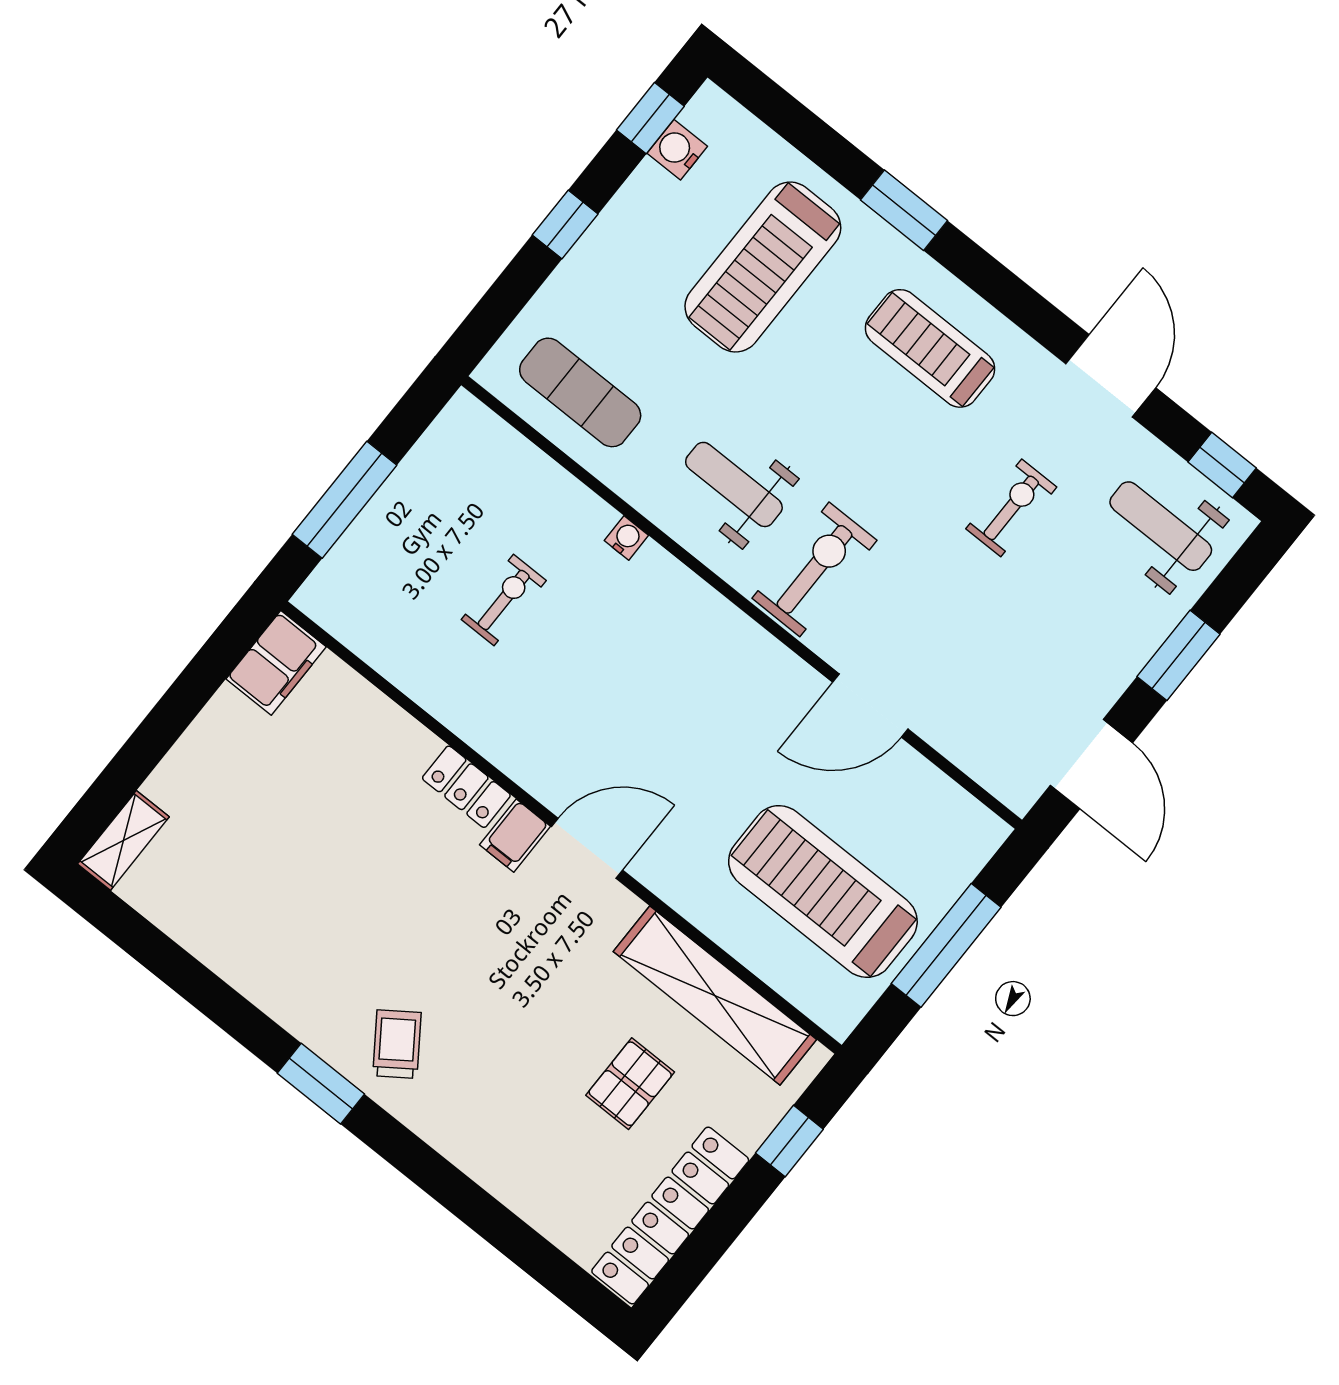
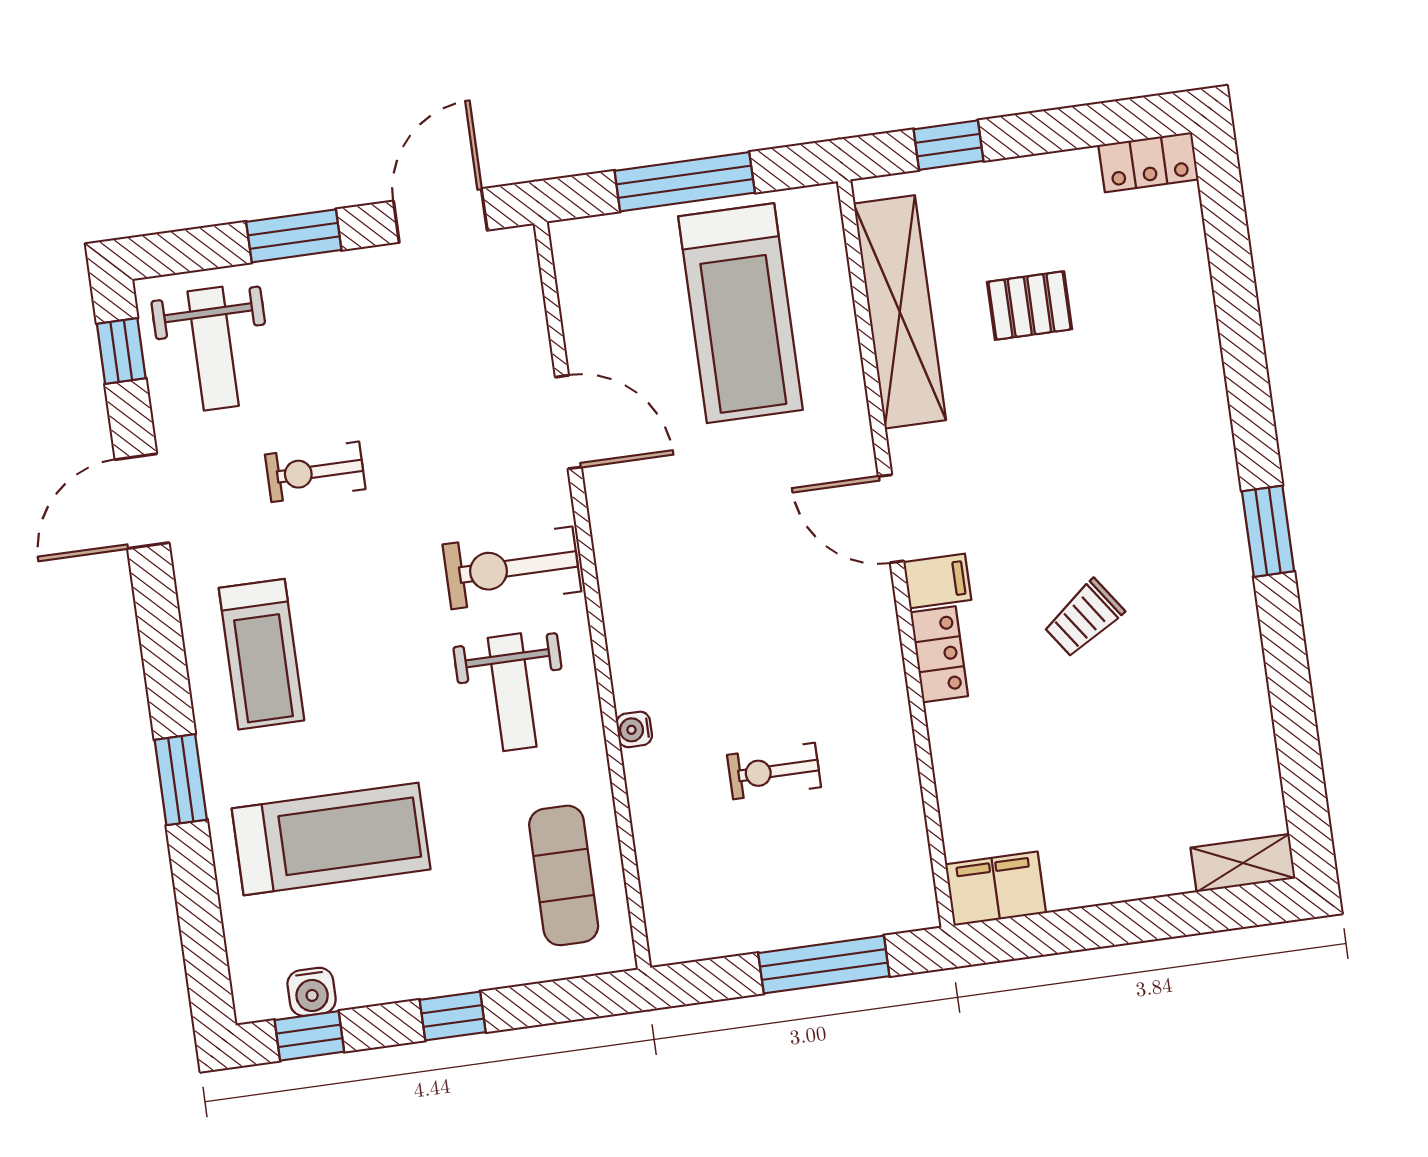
trolley: (397, 1044) -> (1084, 618), moved
locker: (670, 1216) -> (1148, 162), width x0.46, depth x0.83

